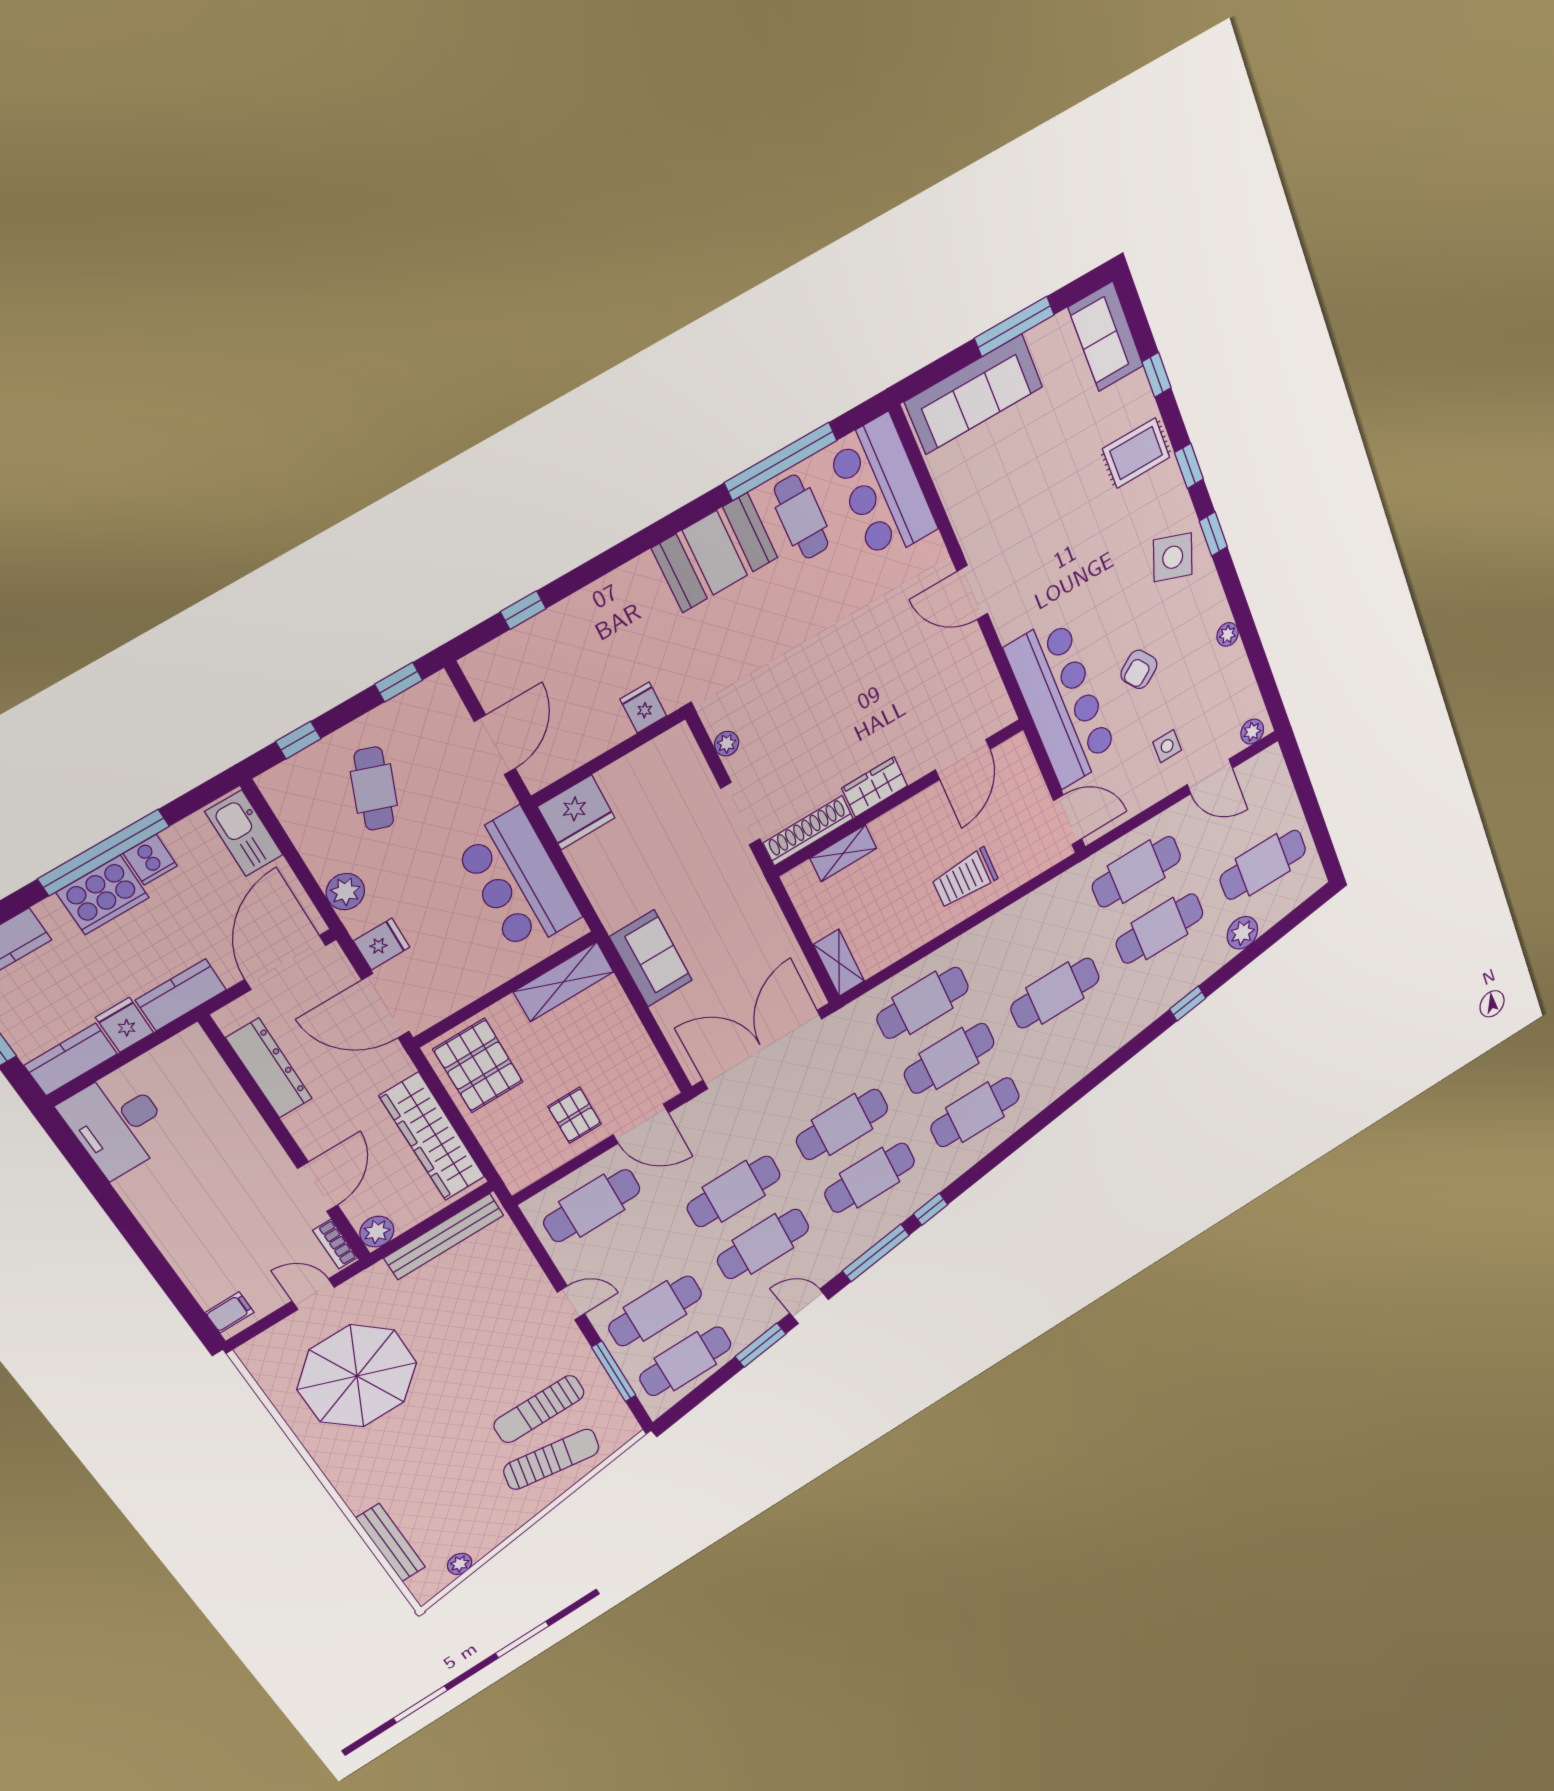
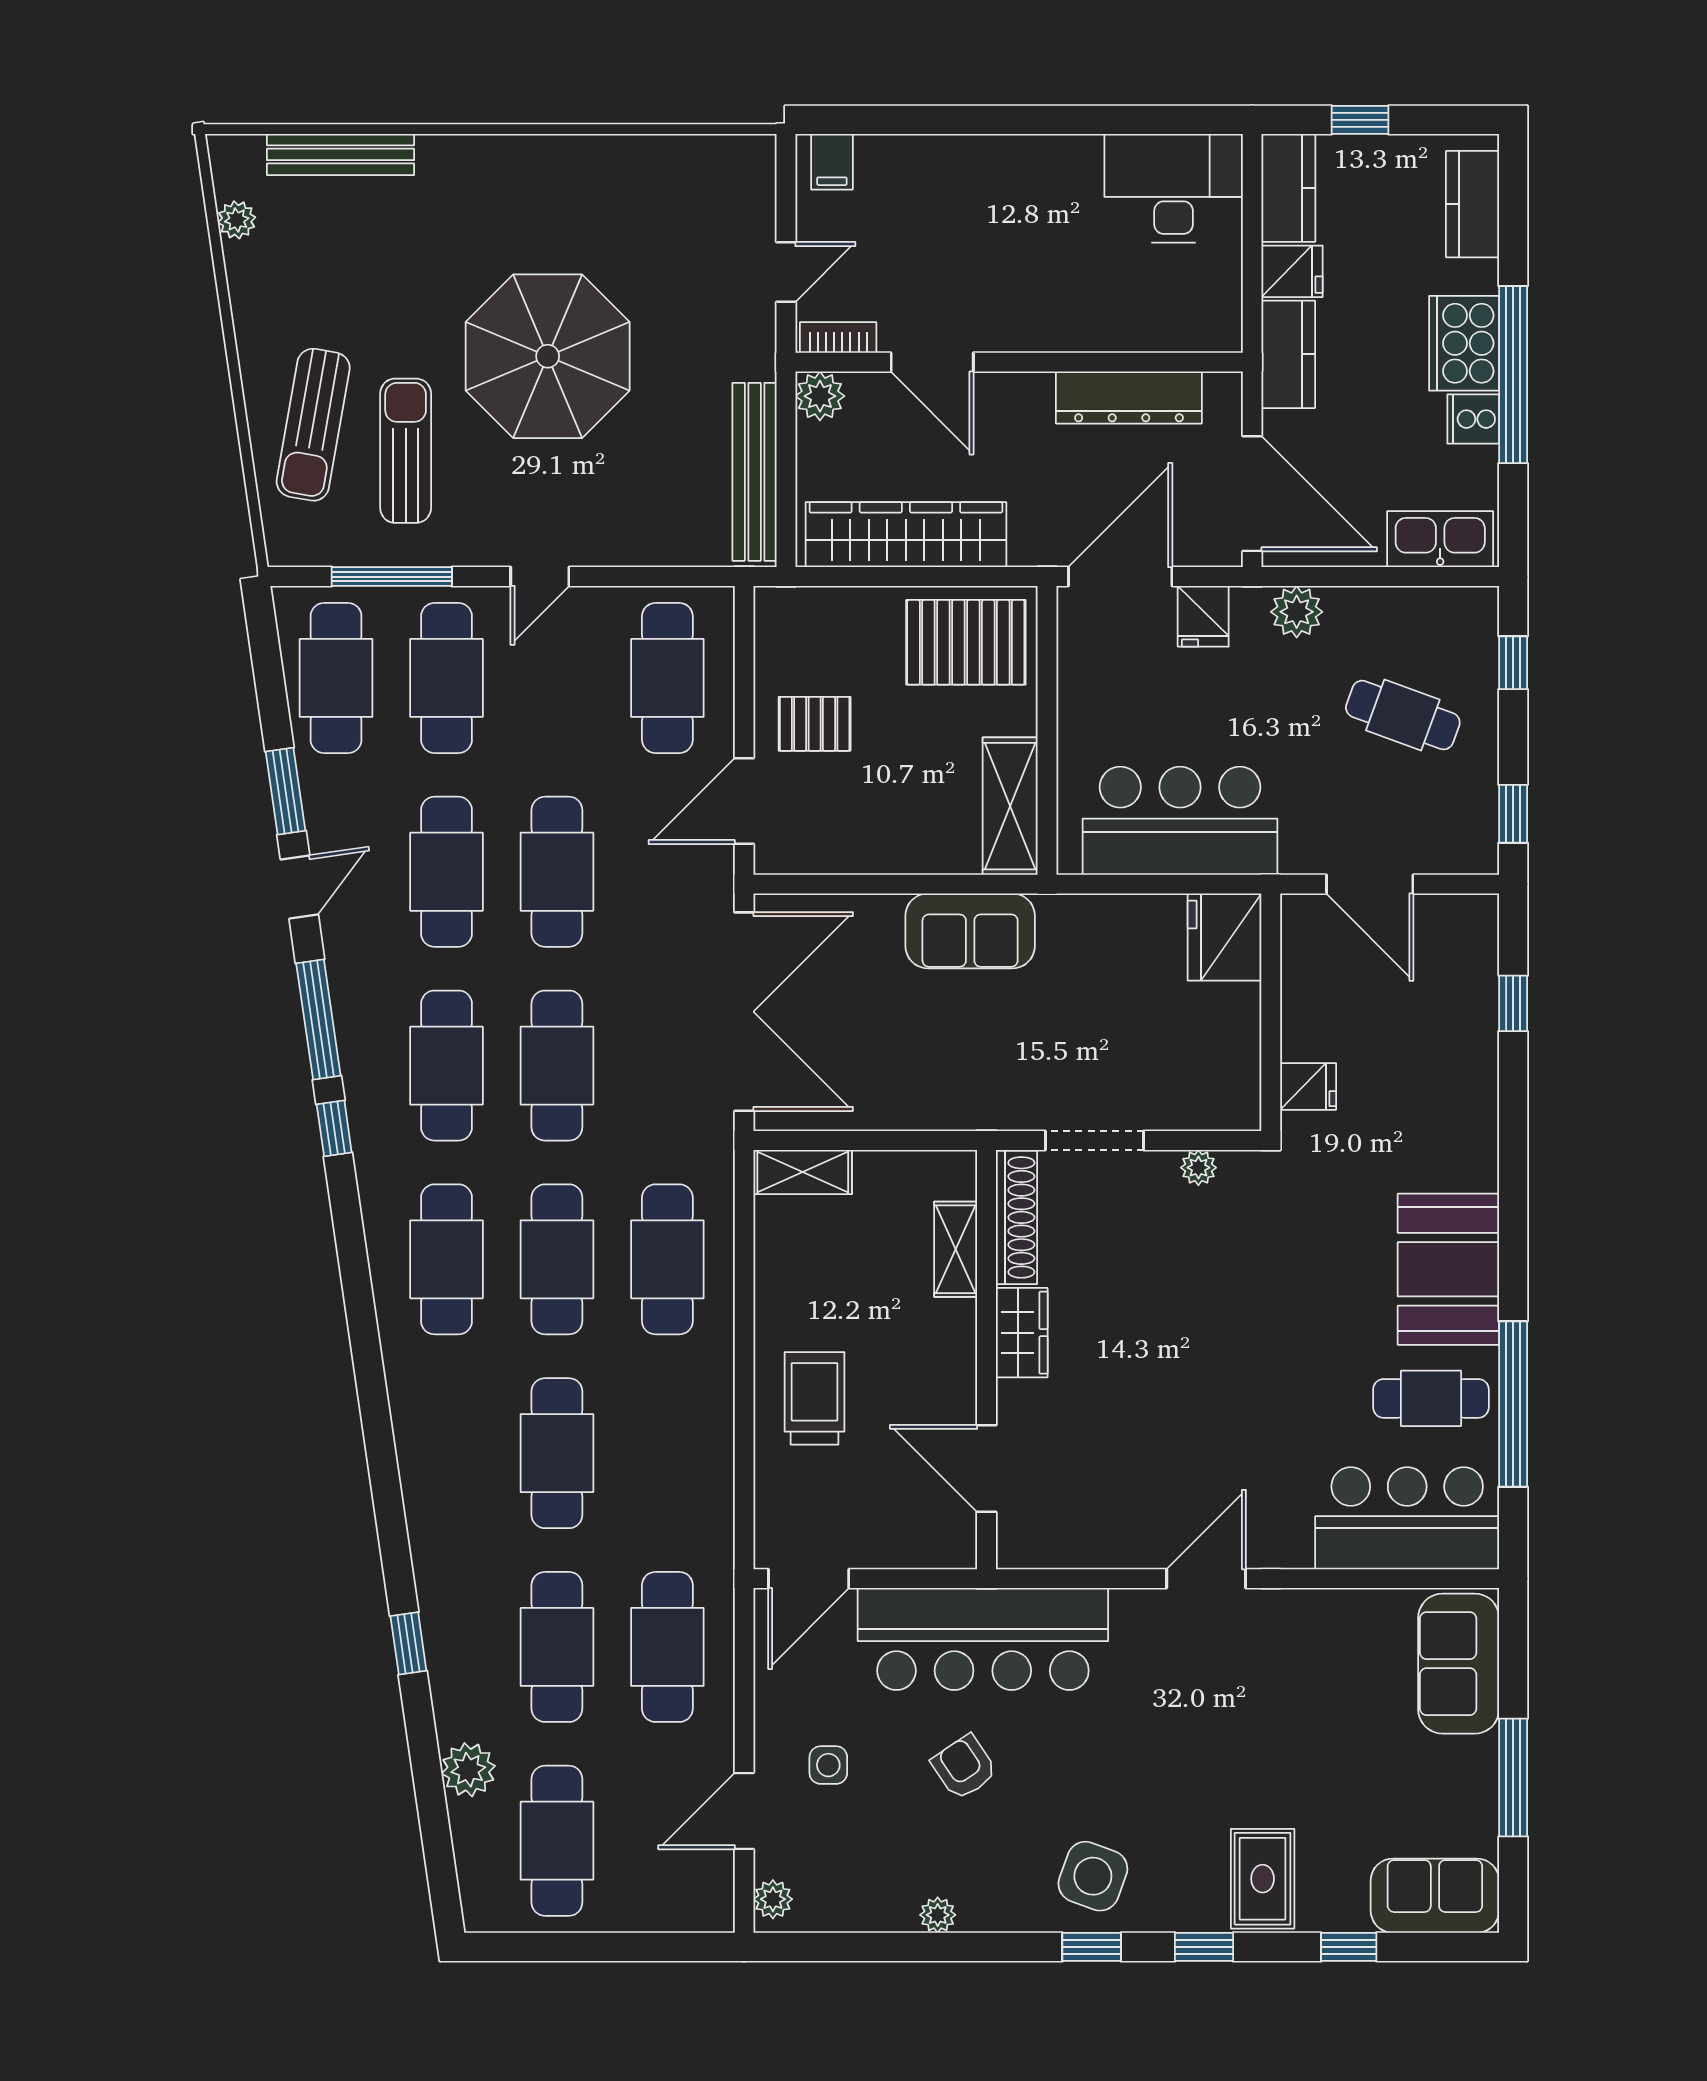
sofa: (974, 394) -> (1459, 1664), width x0.73
parasol: (357, 1376) -> (548, 356), moved

